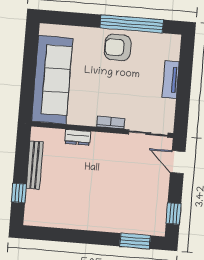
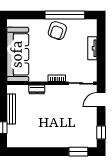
armchair: (118, 47) -> (57, 31), turned -71
door: (178, 162) -> (101, 100), hinge flipped

